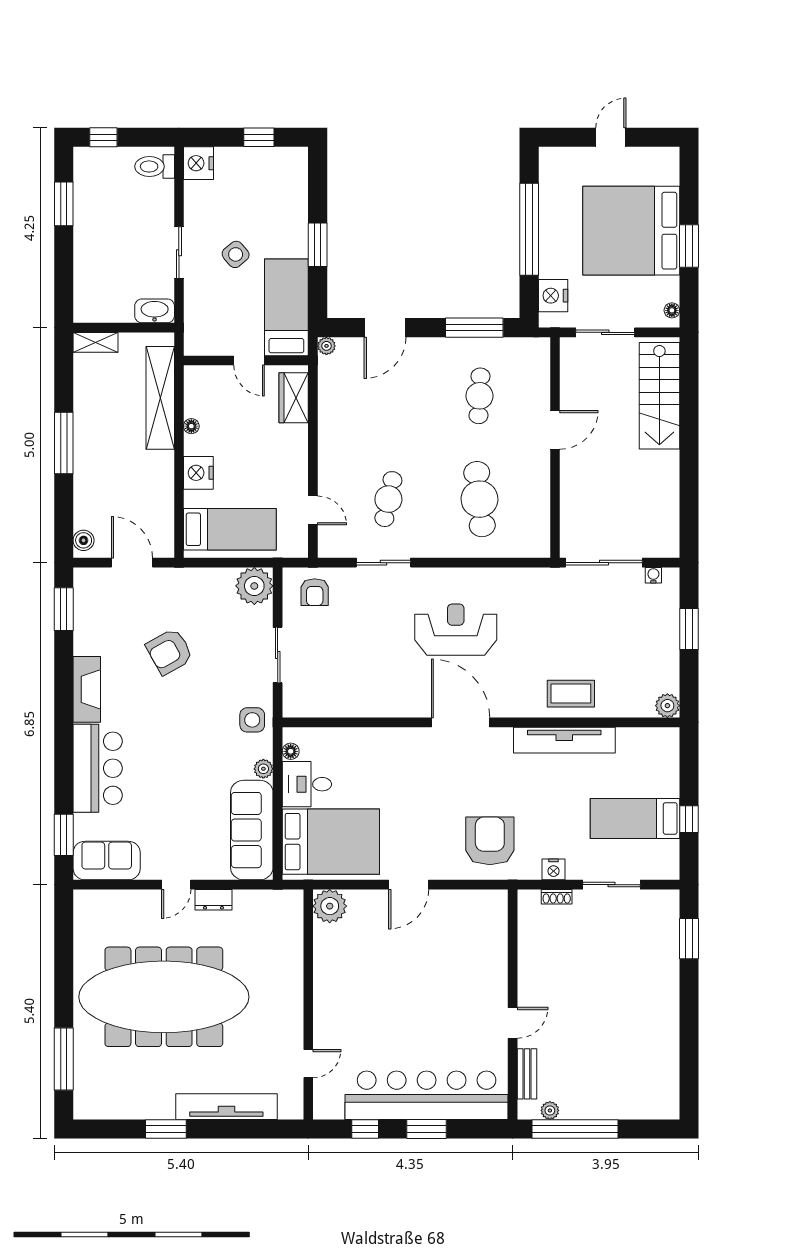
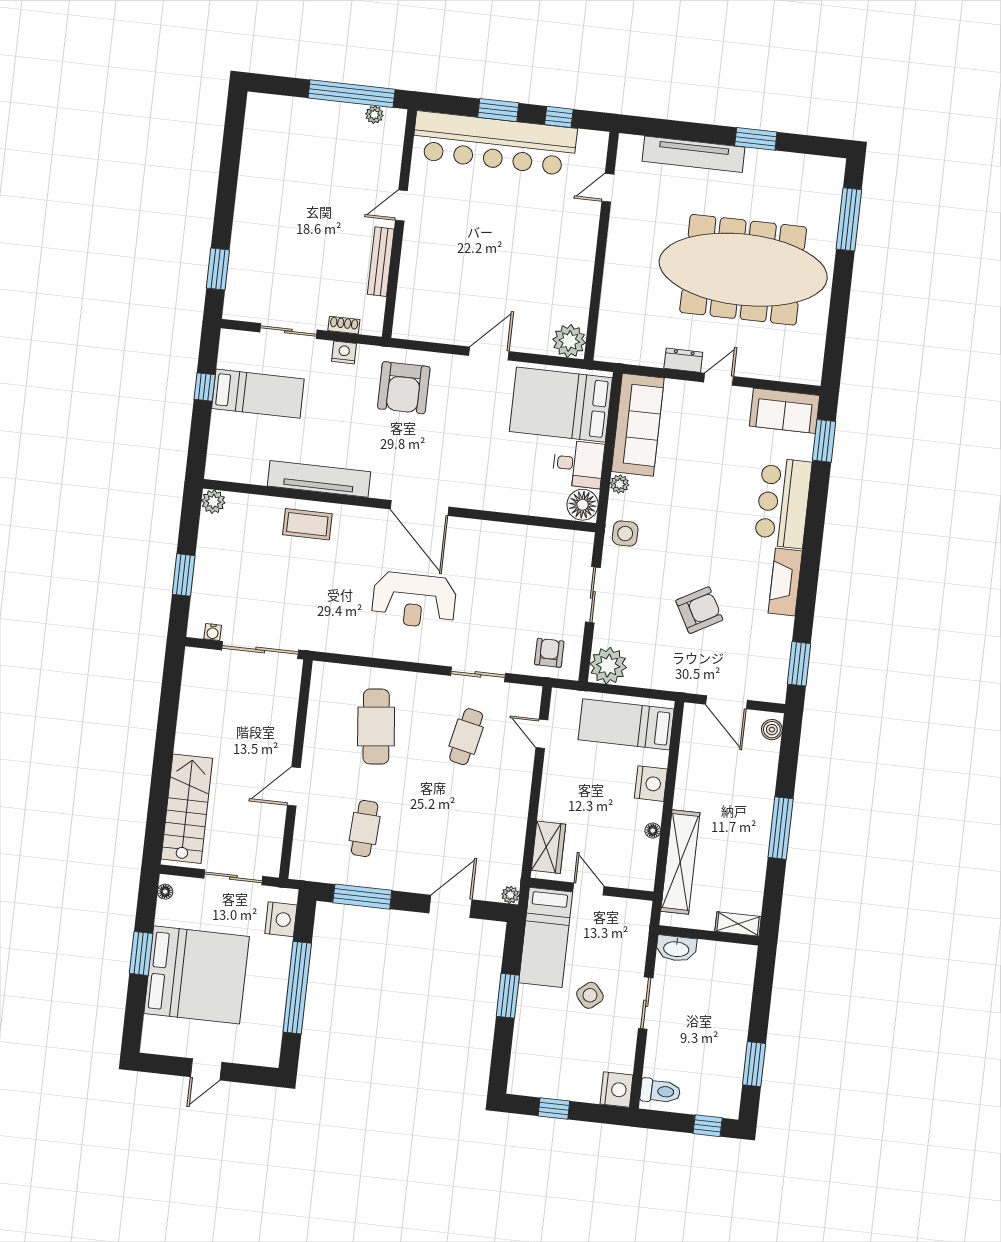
floor lamp: (291, 751) -> (583, 505), width x1.89, depth x1.89
bench: (527, 1074) -> (381, 262), moved, width x1.36

